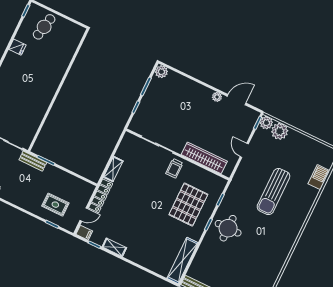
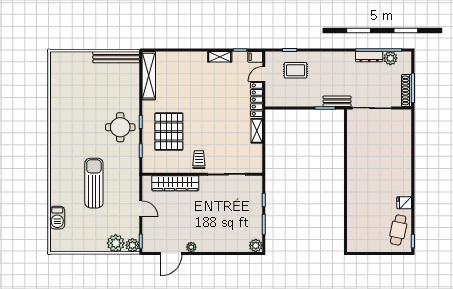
cafe table: (44, 27) -> (398, 230), moved

